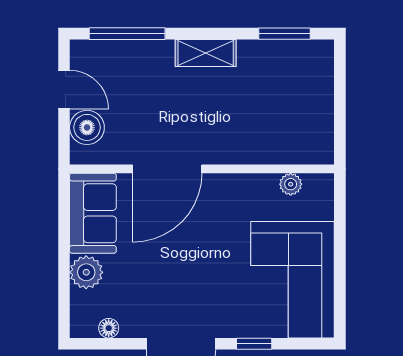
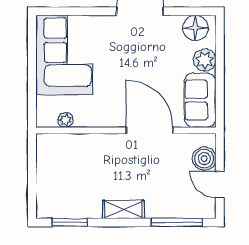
door: (167, 169) -> (150, 130), hinge flipped
floor lamp: (109, 328) -> (195, 28), width x1.89, depth x1.89
window: (254, 344) -> (90, 11), removed

